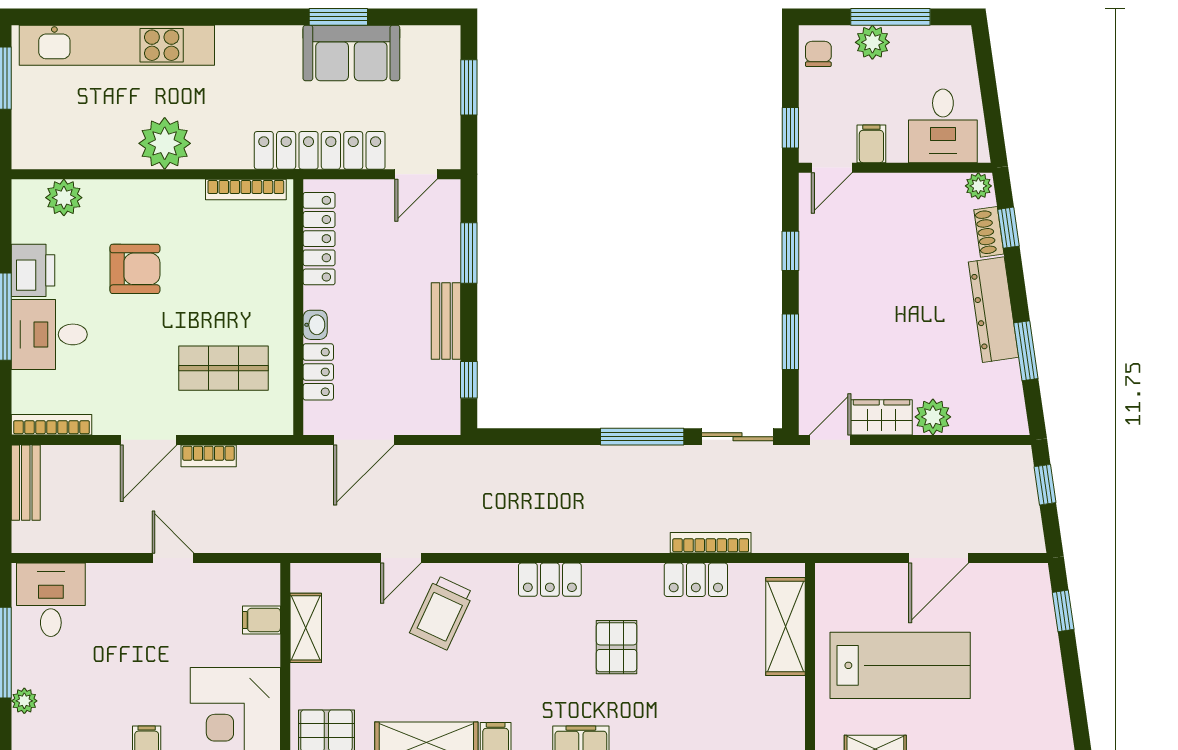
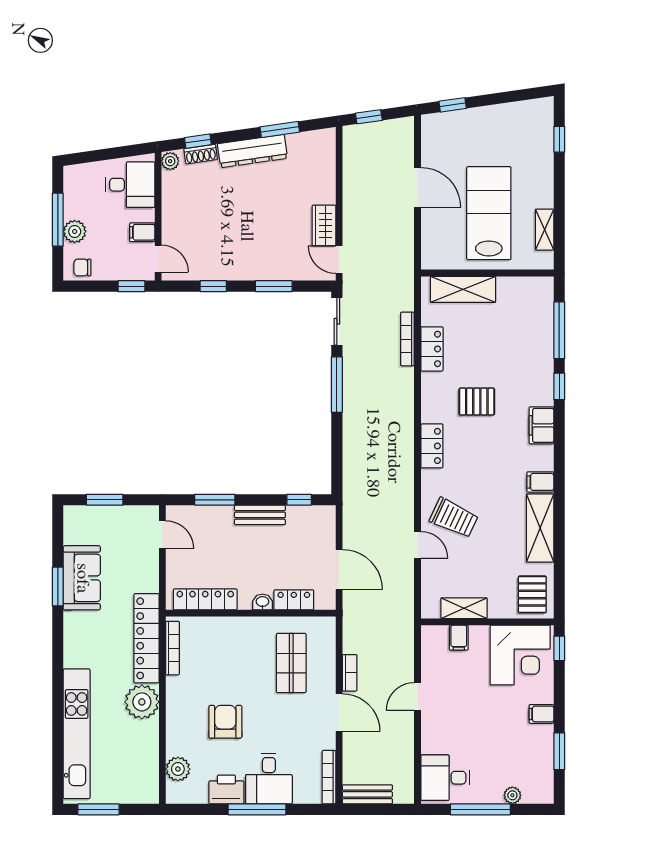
locker: (320, 150) -> (147, 638), moved
plant: (933, 417) -> (324, 191), removed

